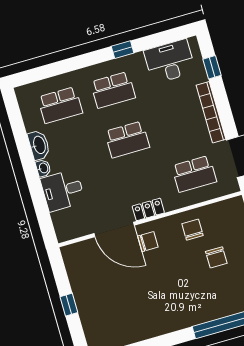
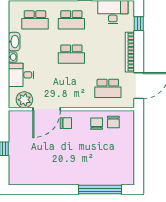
locker: (148, 209) -> (72, 103), removed
plant: (78, 225) -> (24, 100), added
door: (114, 229) -> (47, 109), hinge flipped
chair: (216, 257) -> (113, 122), moved

